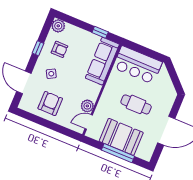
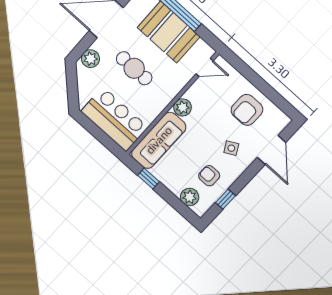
plant: (58, 26) -> (190, 197), moved
window: (38, 48) -> (225, 199), moved
plant: (168, 100) -> (90, 59), added
plant: (87, 106) -> (183, 107), moved

